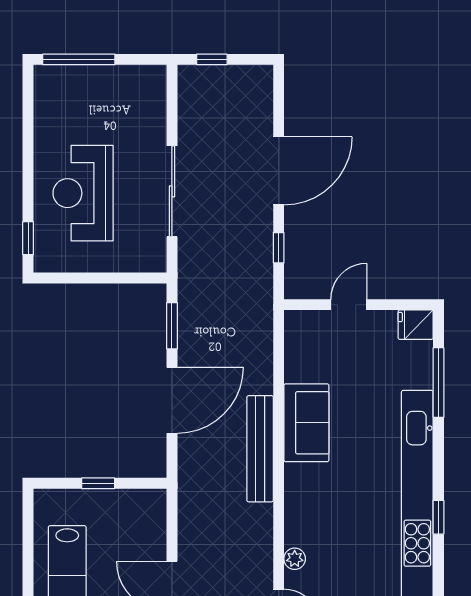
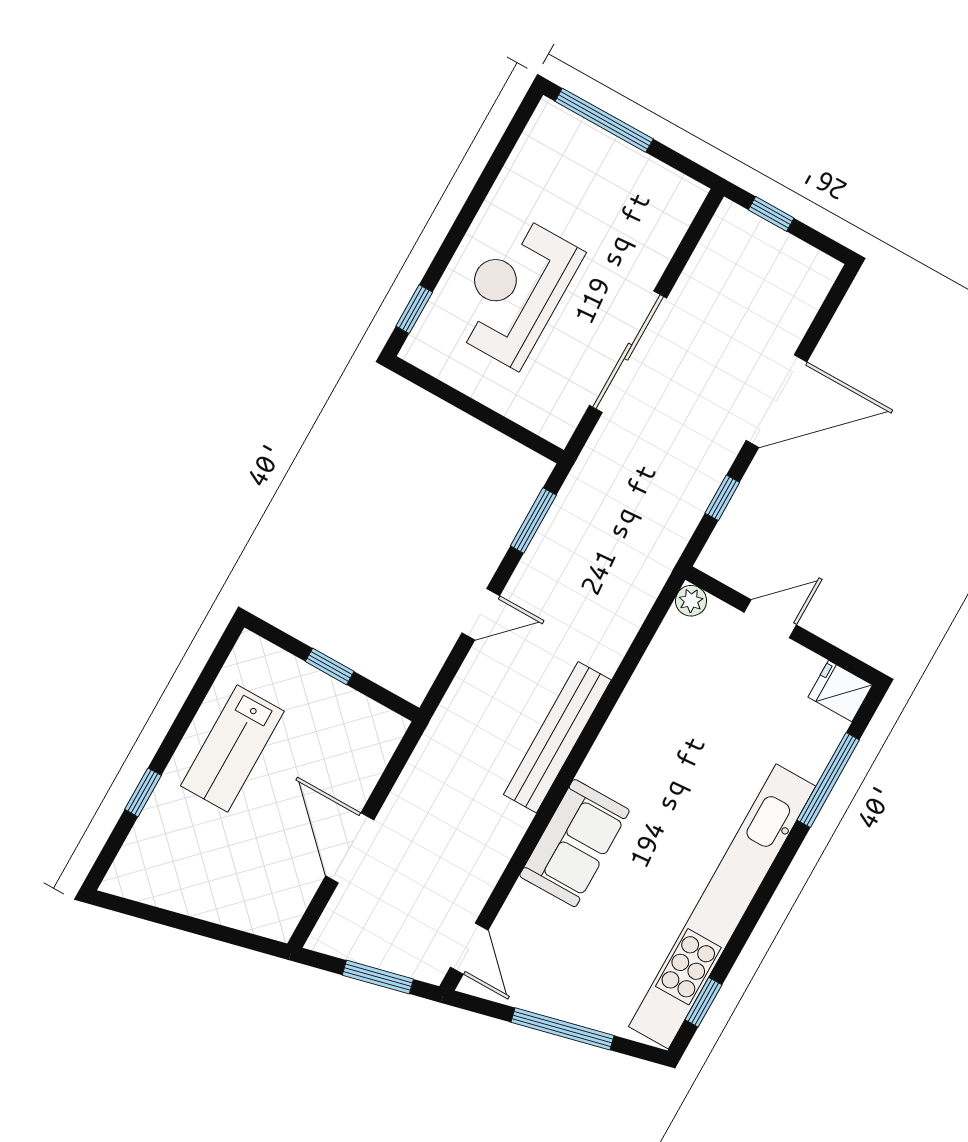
door: (172, 400) -> (481, 614), width x0.53
sofa: (306, 423) -> (574, 843), moved
window: (439, 517) -> (703, 1002), moved
plant: (295, 559) -> (691, 601), moved

